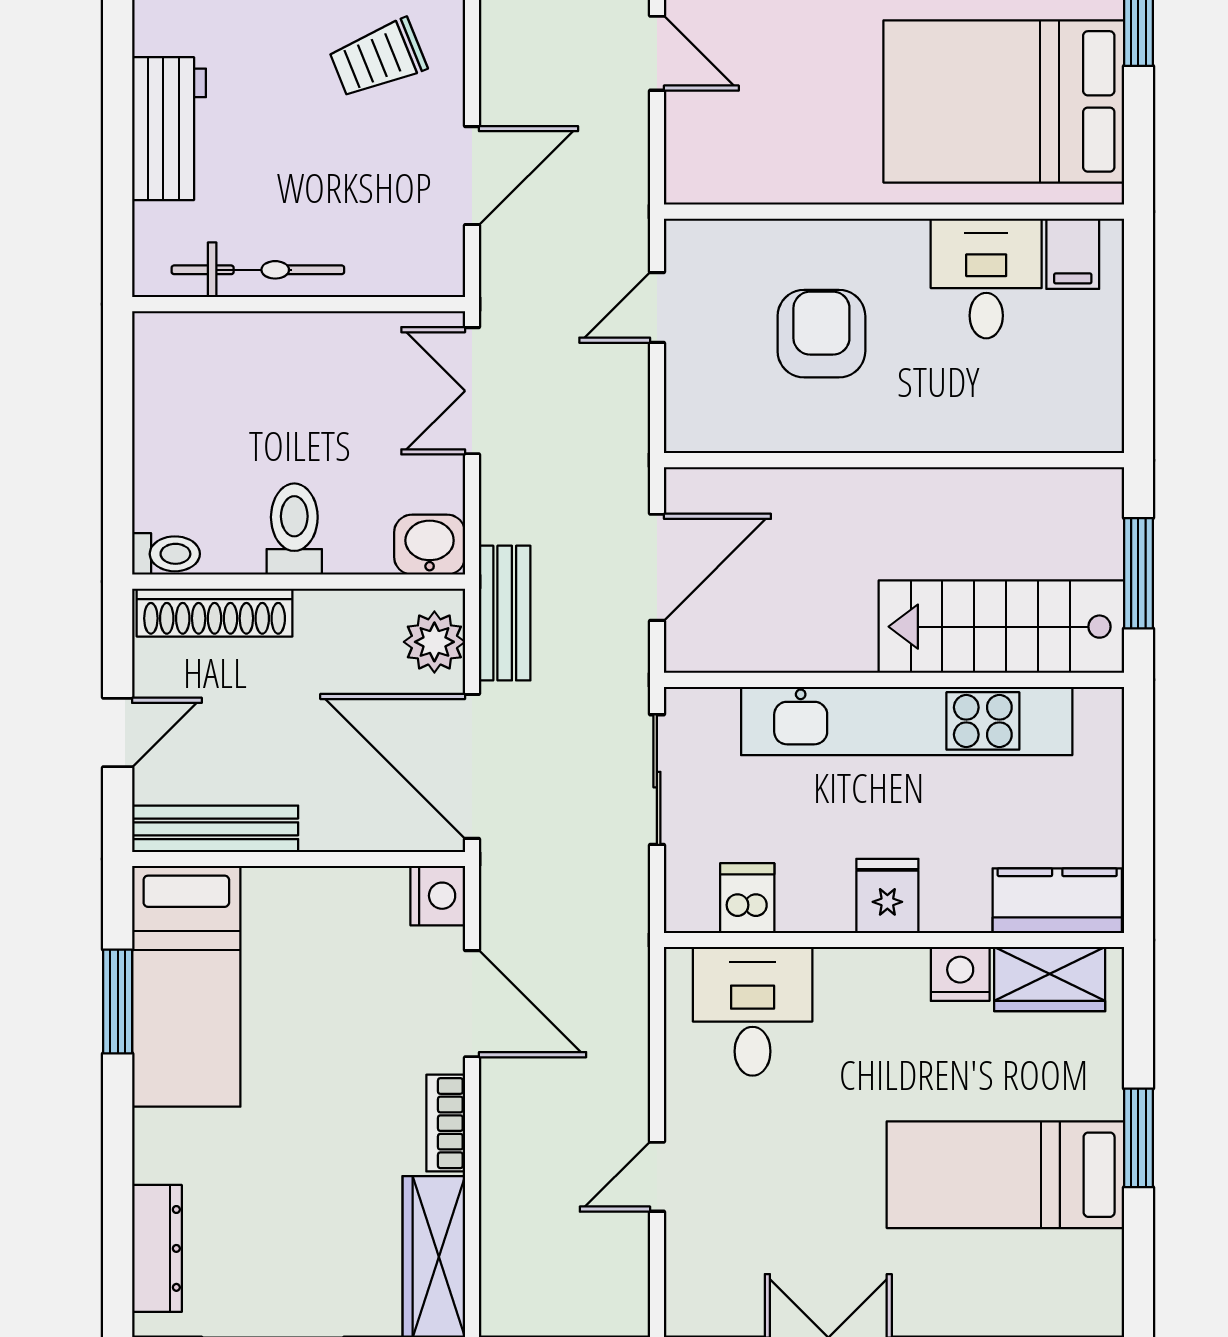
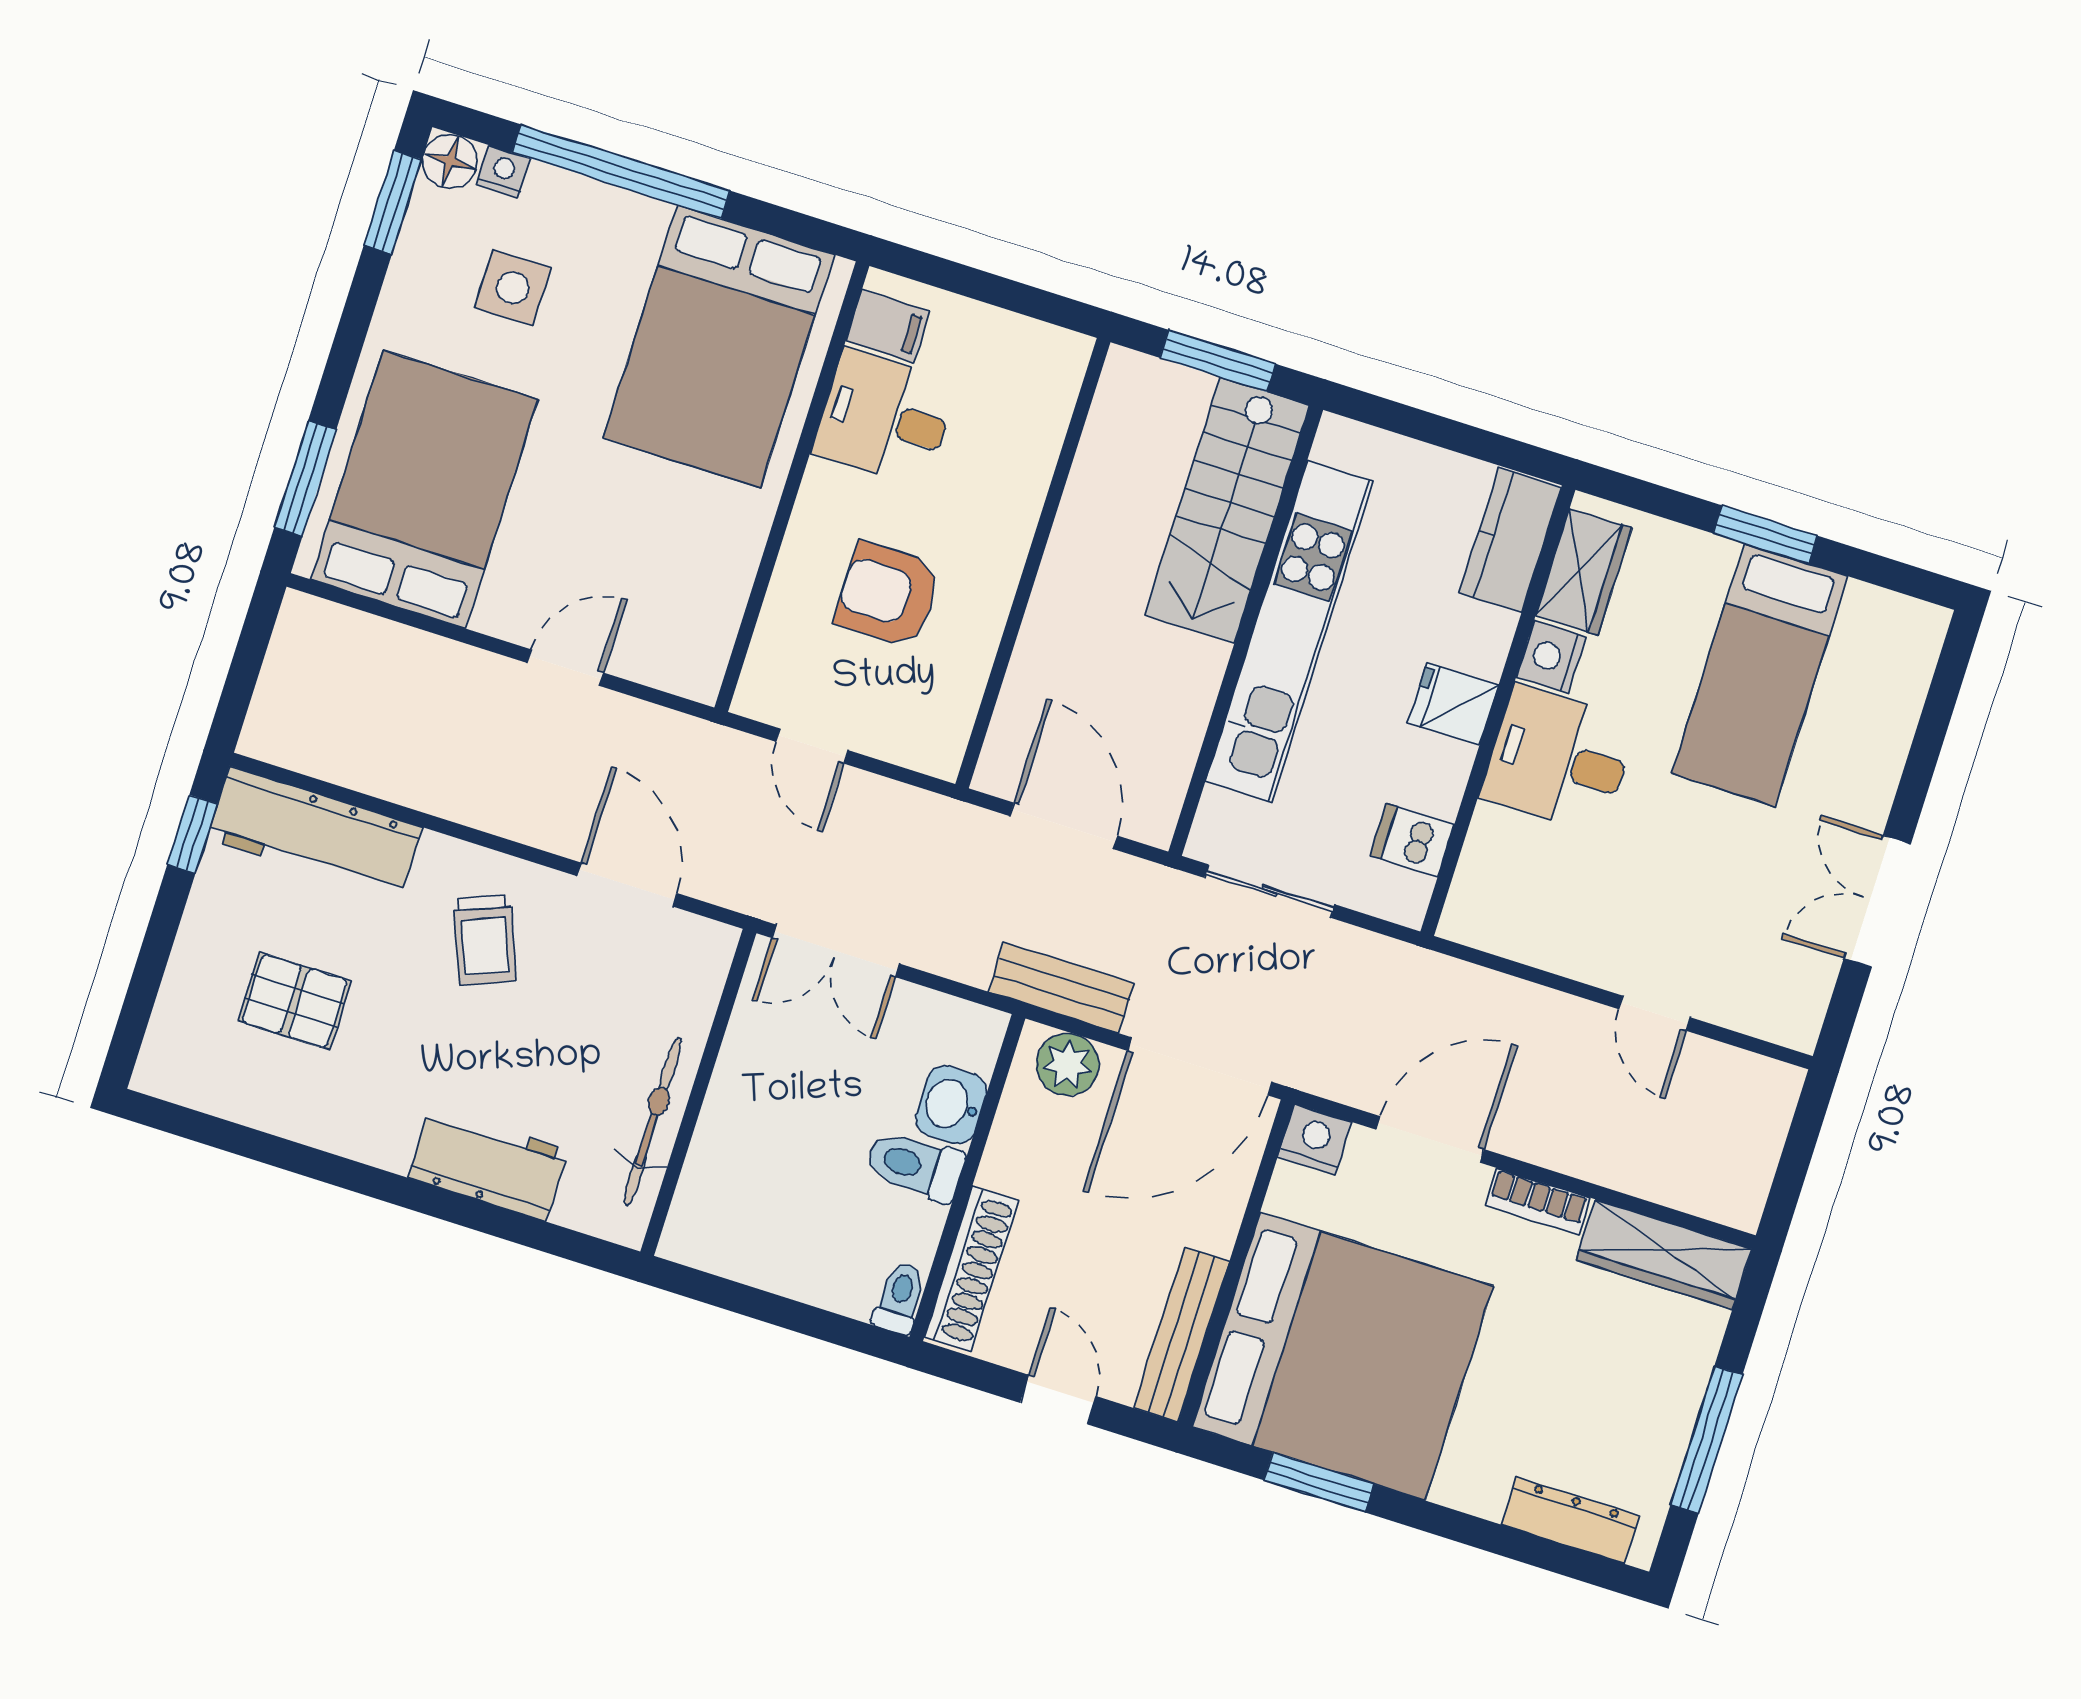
washbasin: (430, 545) -> (951, 1105), moved
bed: (186, 986) -> (1343, 1356), width x2.04
desk: (753, 1011) -> (1559, 759), moved

